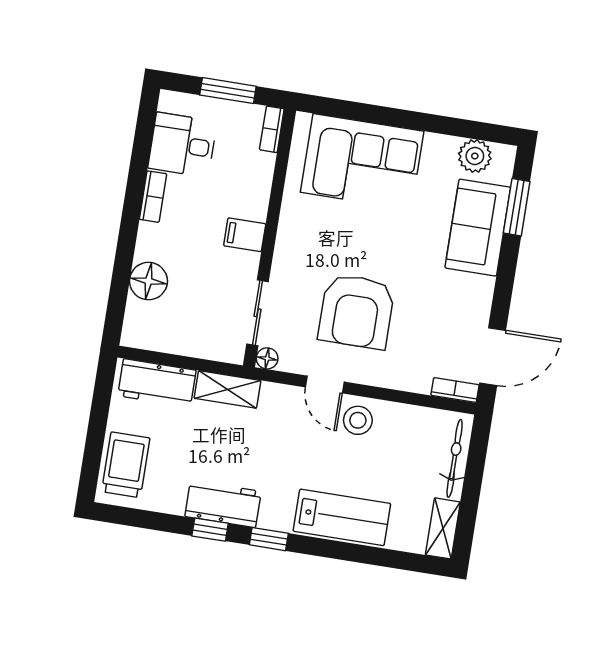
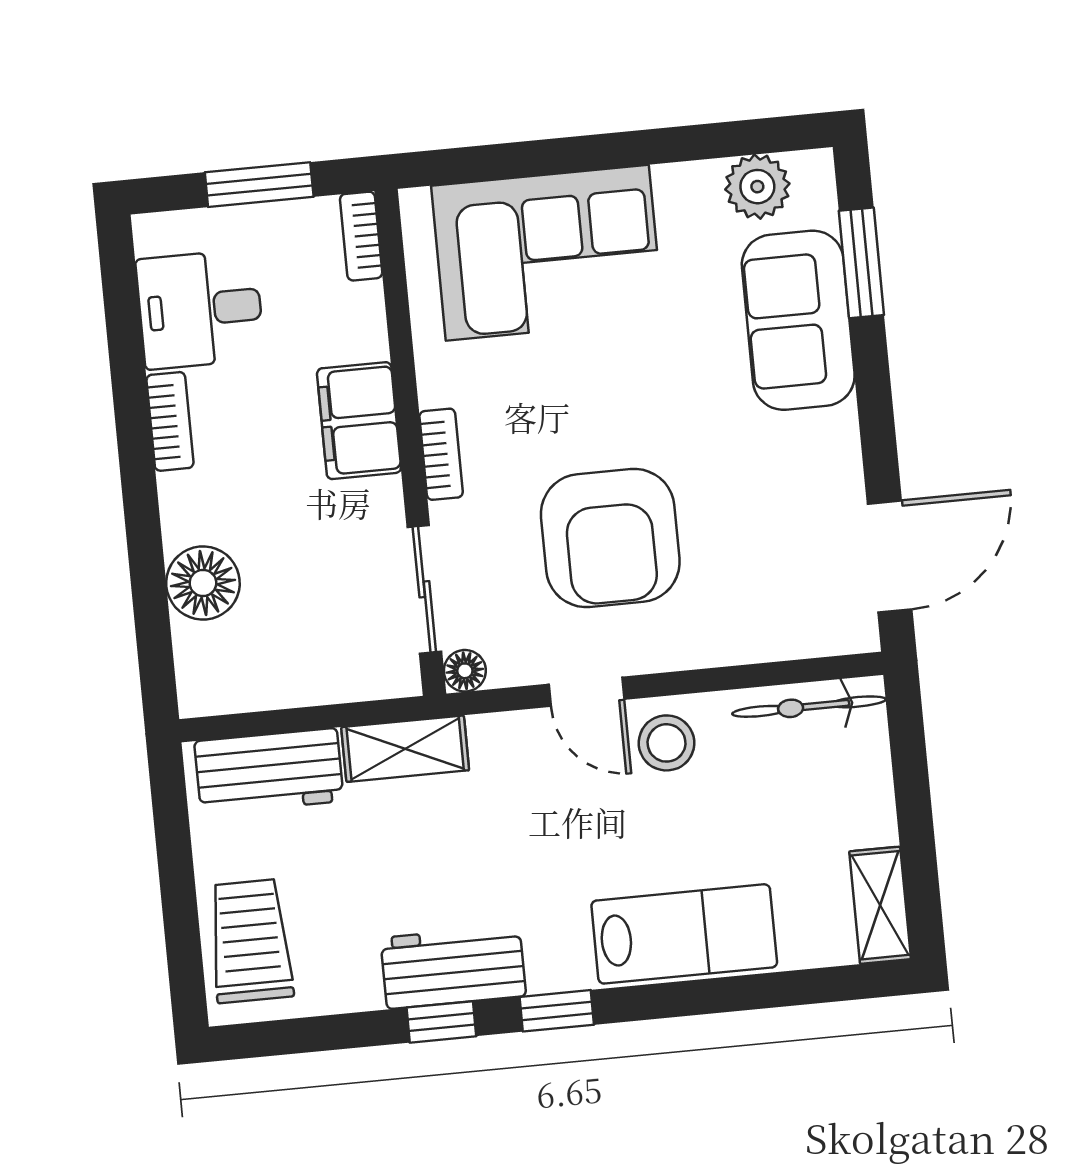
filing cabinet: (245, 235) -> (359, 421), width x2.00
bookcase: (455, 390) -> (441, 454), moved, turned 90
bicycle: (455, 458) -> (809, 707), moved, turned -90

